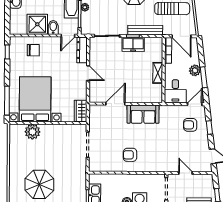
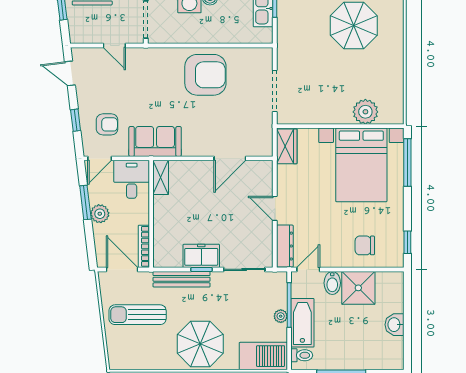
shelving: (158, 73) -> (161, 177), moved
sofa: (143, 114) -> (155, 141), moved
armchair: (130, 155) -> (205, 75), width x1.88, depth x1.88

